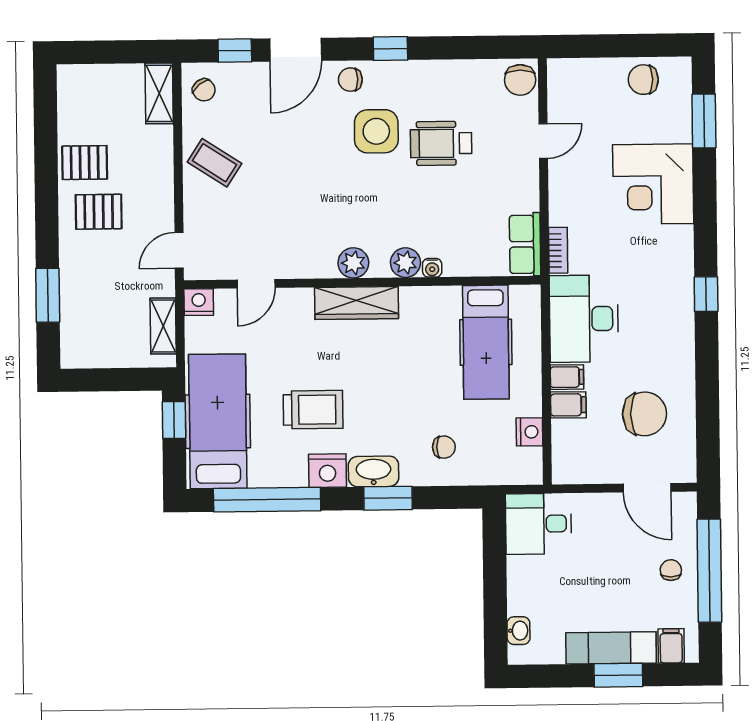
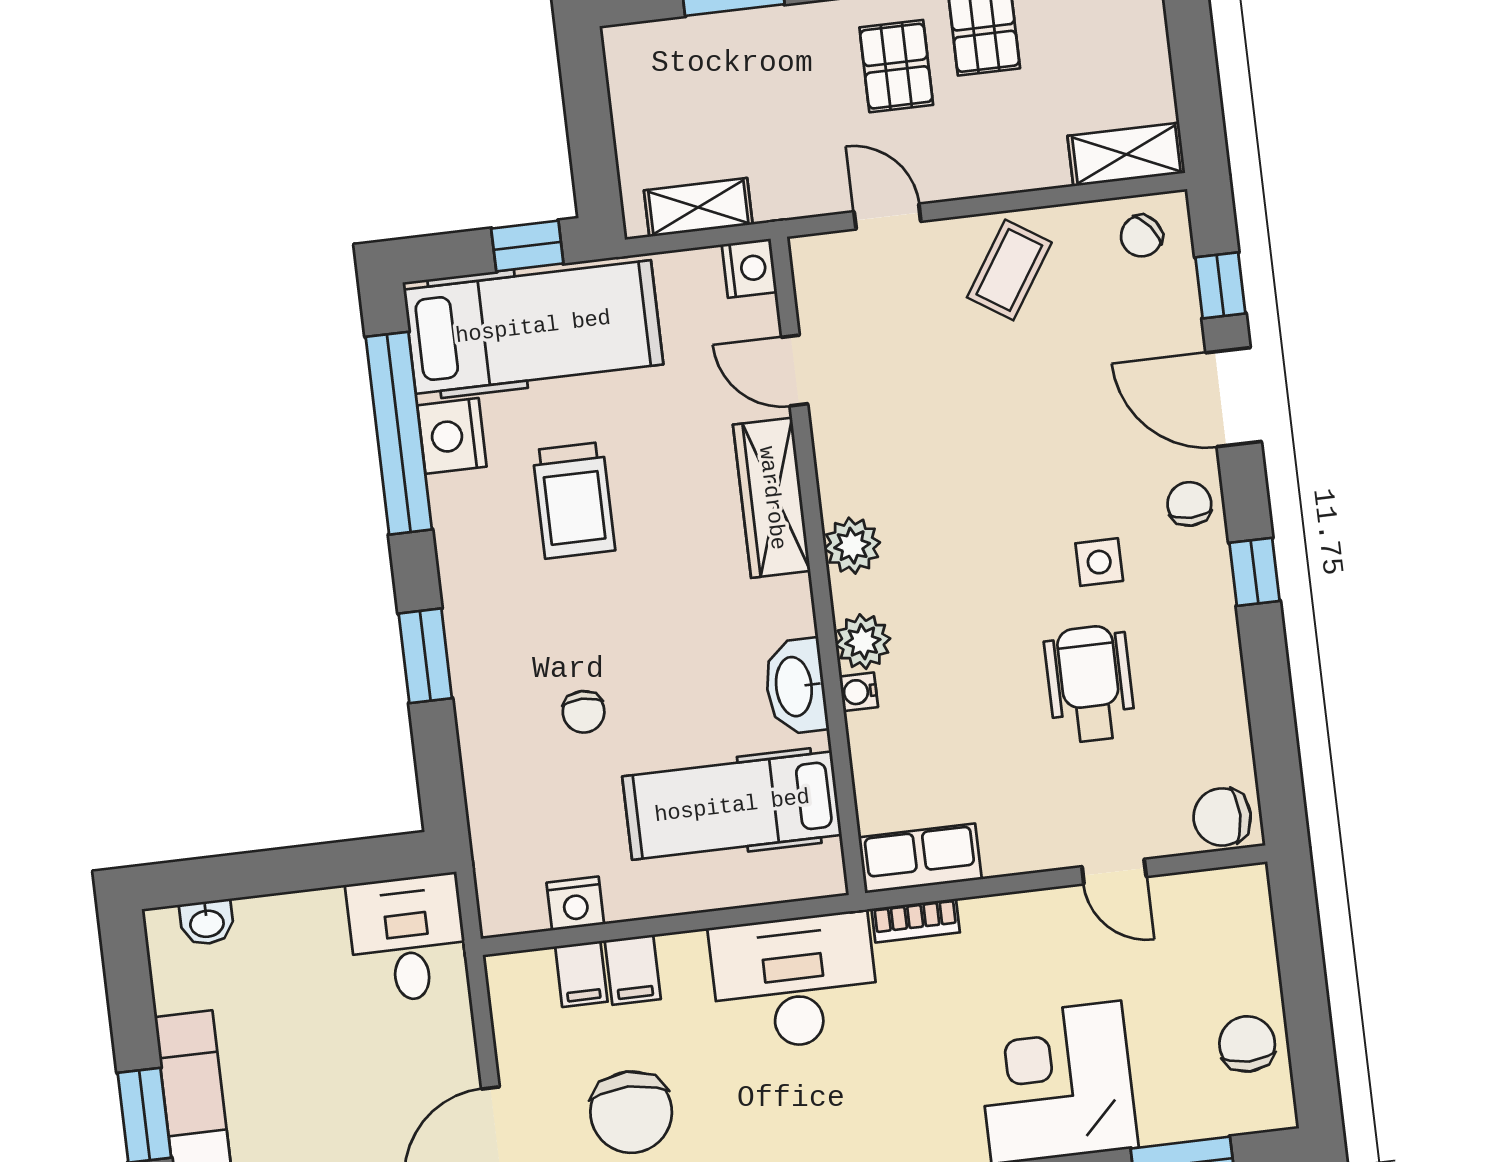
side table: (376, 131) -> (1099, 562), width x0.54, depth x0.54
door: (179, 250) -> (887, 216), moved
wardrobe: (357, 303) -> (772, 498), moved
filing cabinet: (567, 377) -> (581, 974), moved
chair: (444, 447) -> (584, 712), moved
nightstand: (328, 471) -> (452, 436), moved
washbasin: (374, 471) -> (796, 686), moved, turned 180

